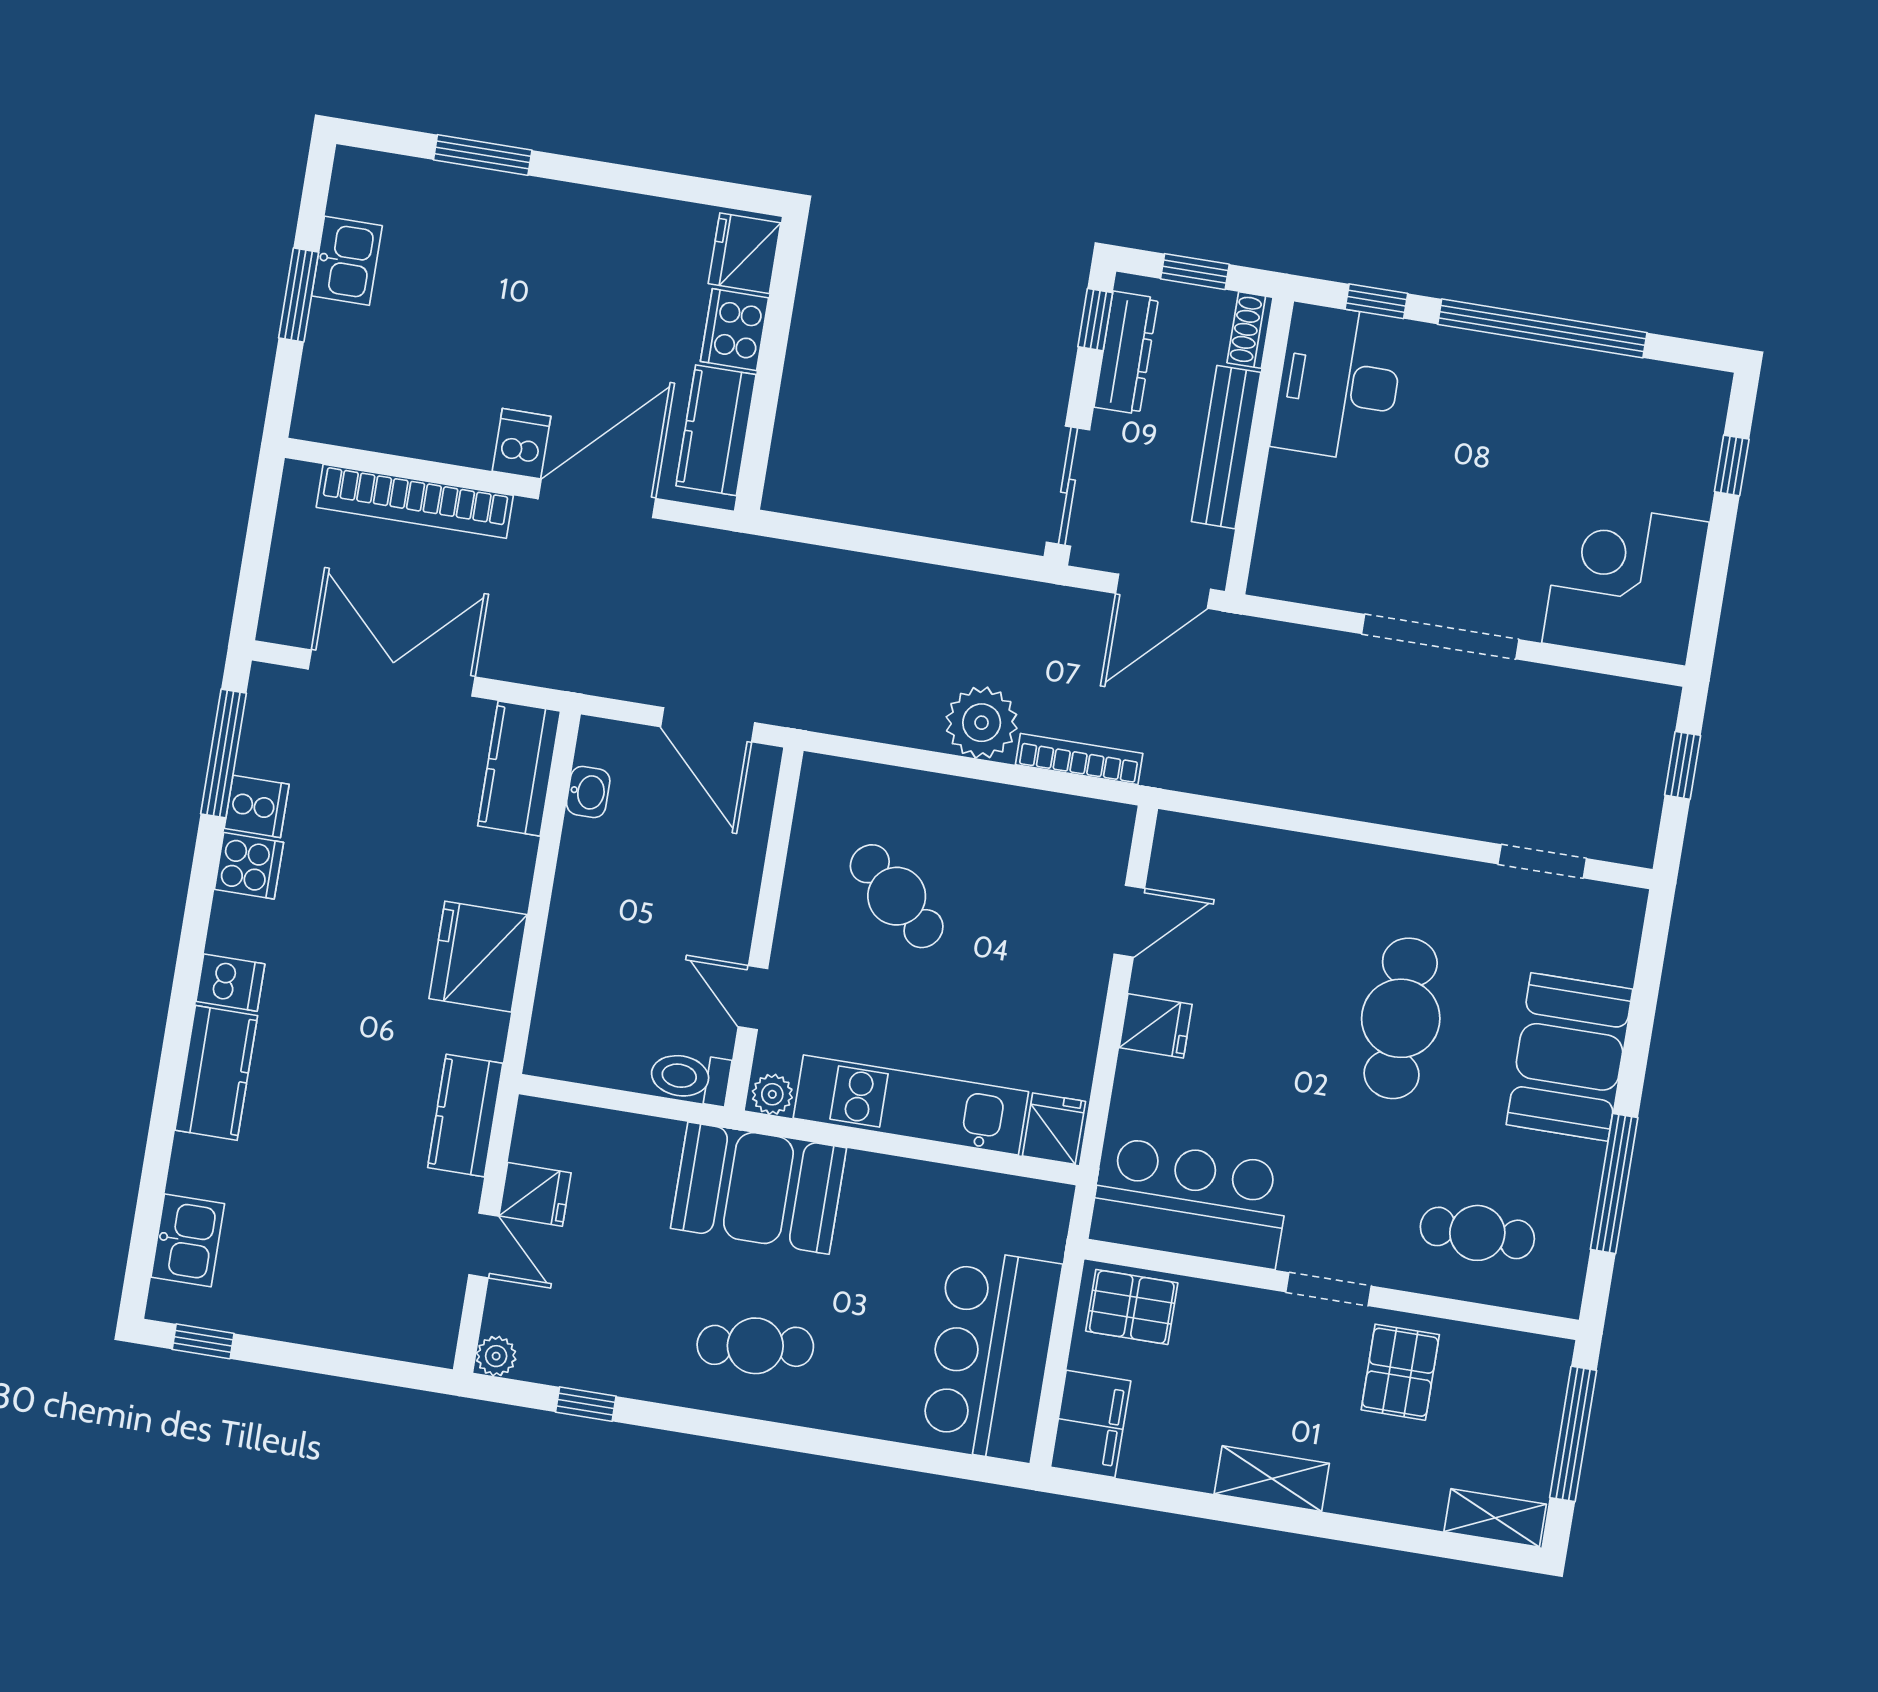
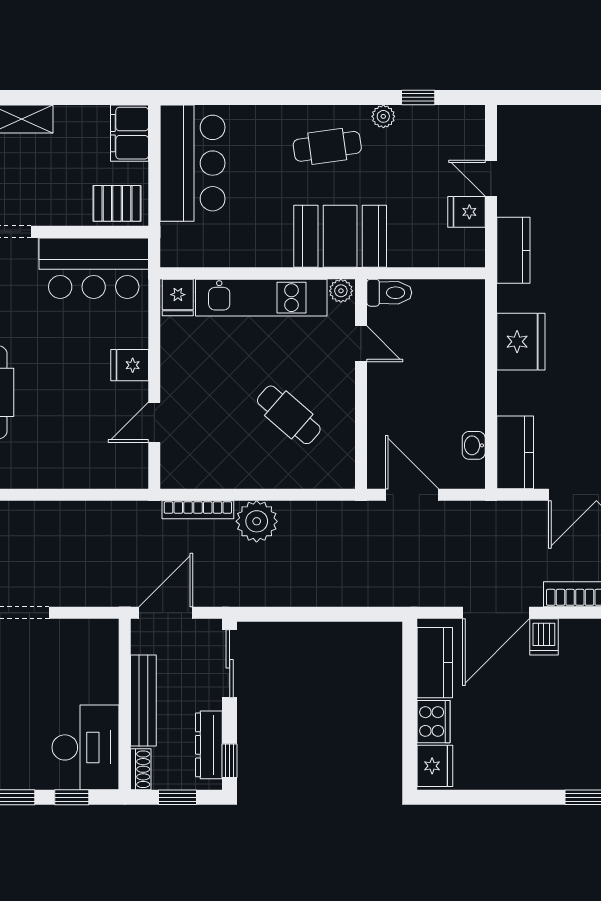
plant: (496, 1356) -> (383, 116), moved

